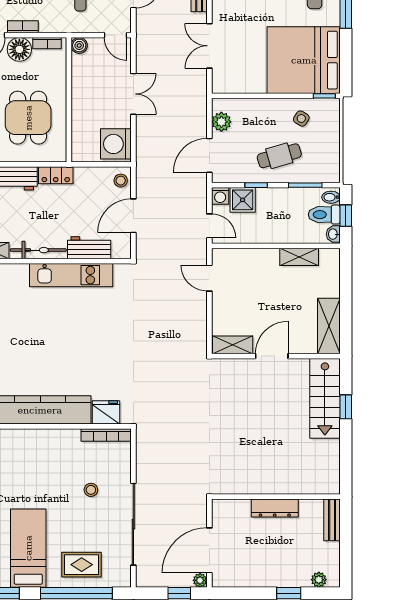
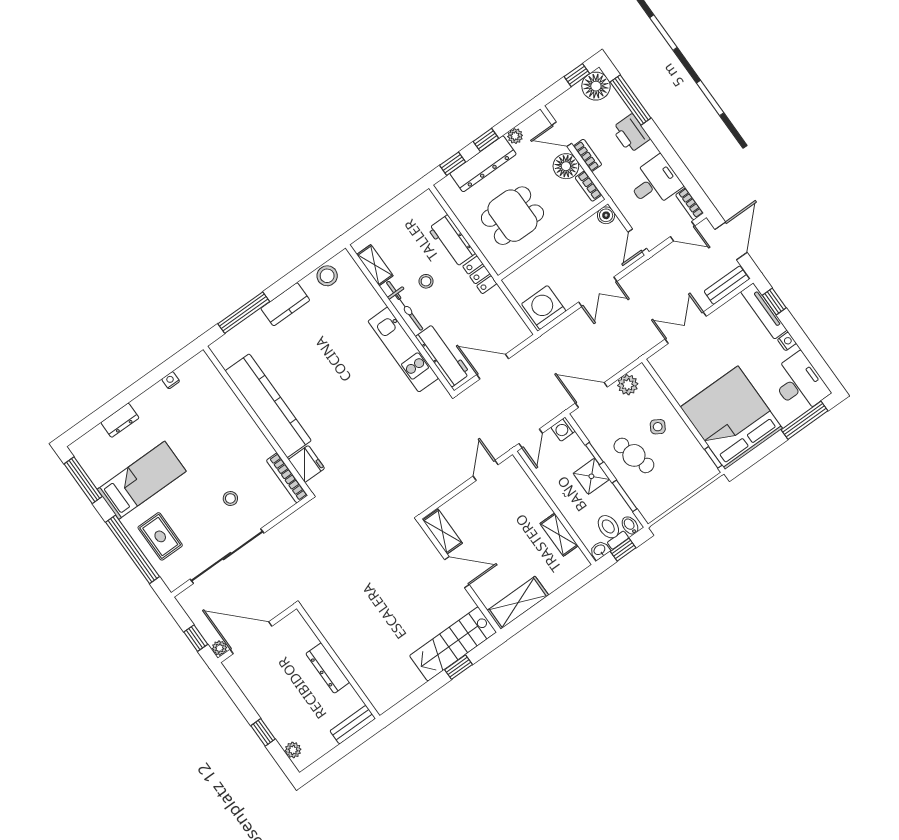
side table: (301, 119) -> (658, 427), moved
stool: (121, 181) -> (426, 281), moved
shower: (243, 200) -> (591, 476), moved
workbench: (89, 248) -> (443, 355), width x1.38

